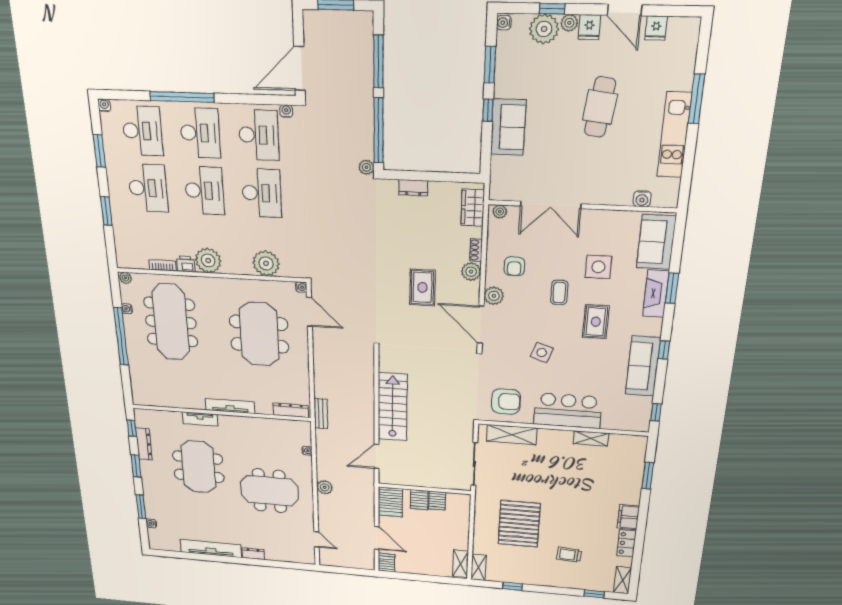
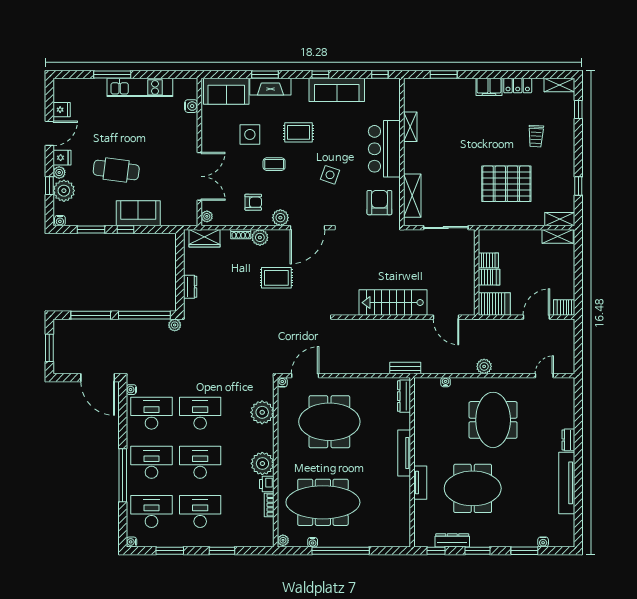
cafe table: (600, 107) -> (116, 170), moved

